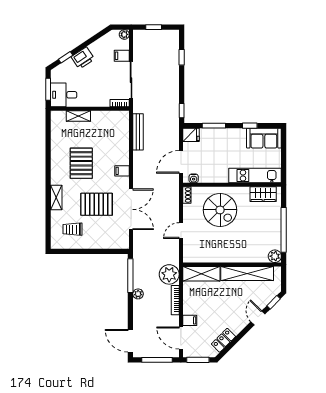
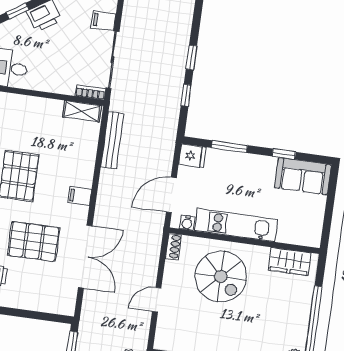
window: (182, 57) -> (191, 57), moved
window: (182, 111) -> (186, 95), moved
shelving: (78, 116) -> (82, 111), moved
kitchen unit: (255, 175) -> (236, 225), moved

